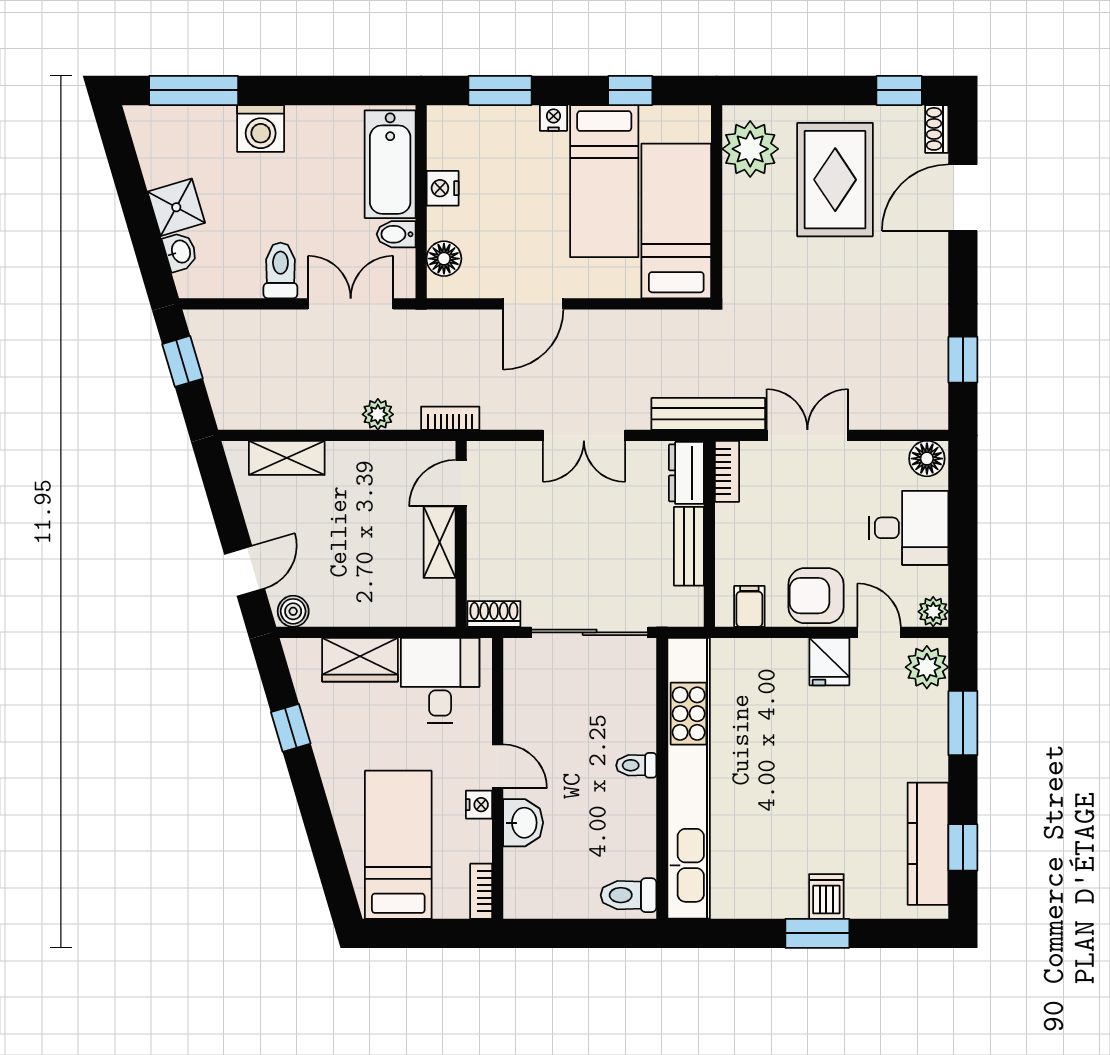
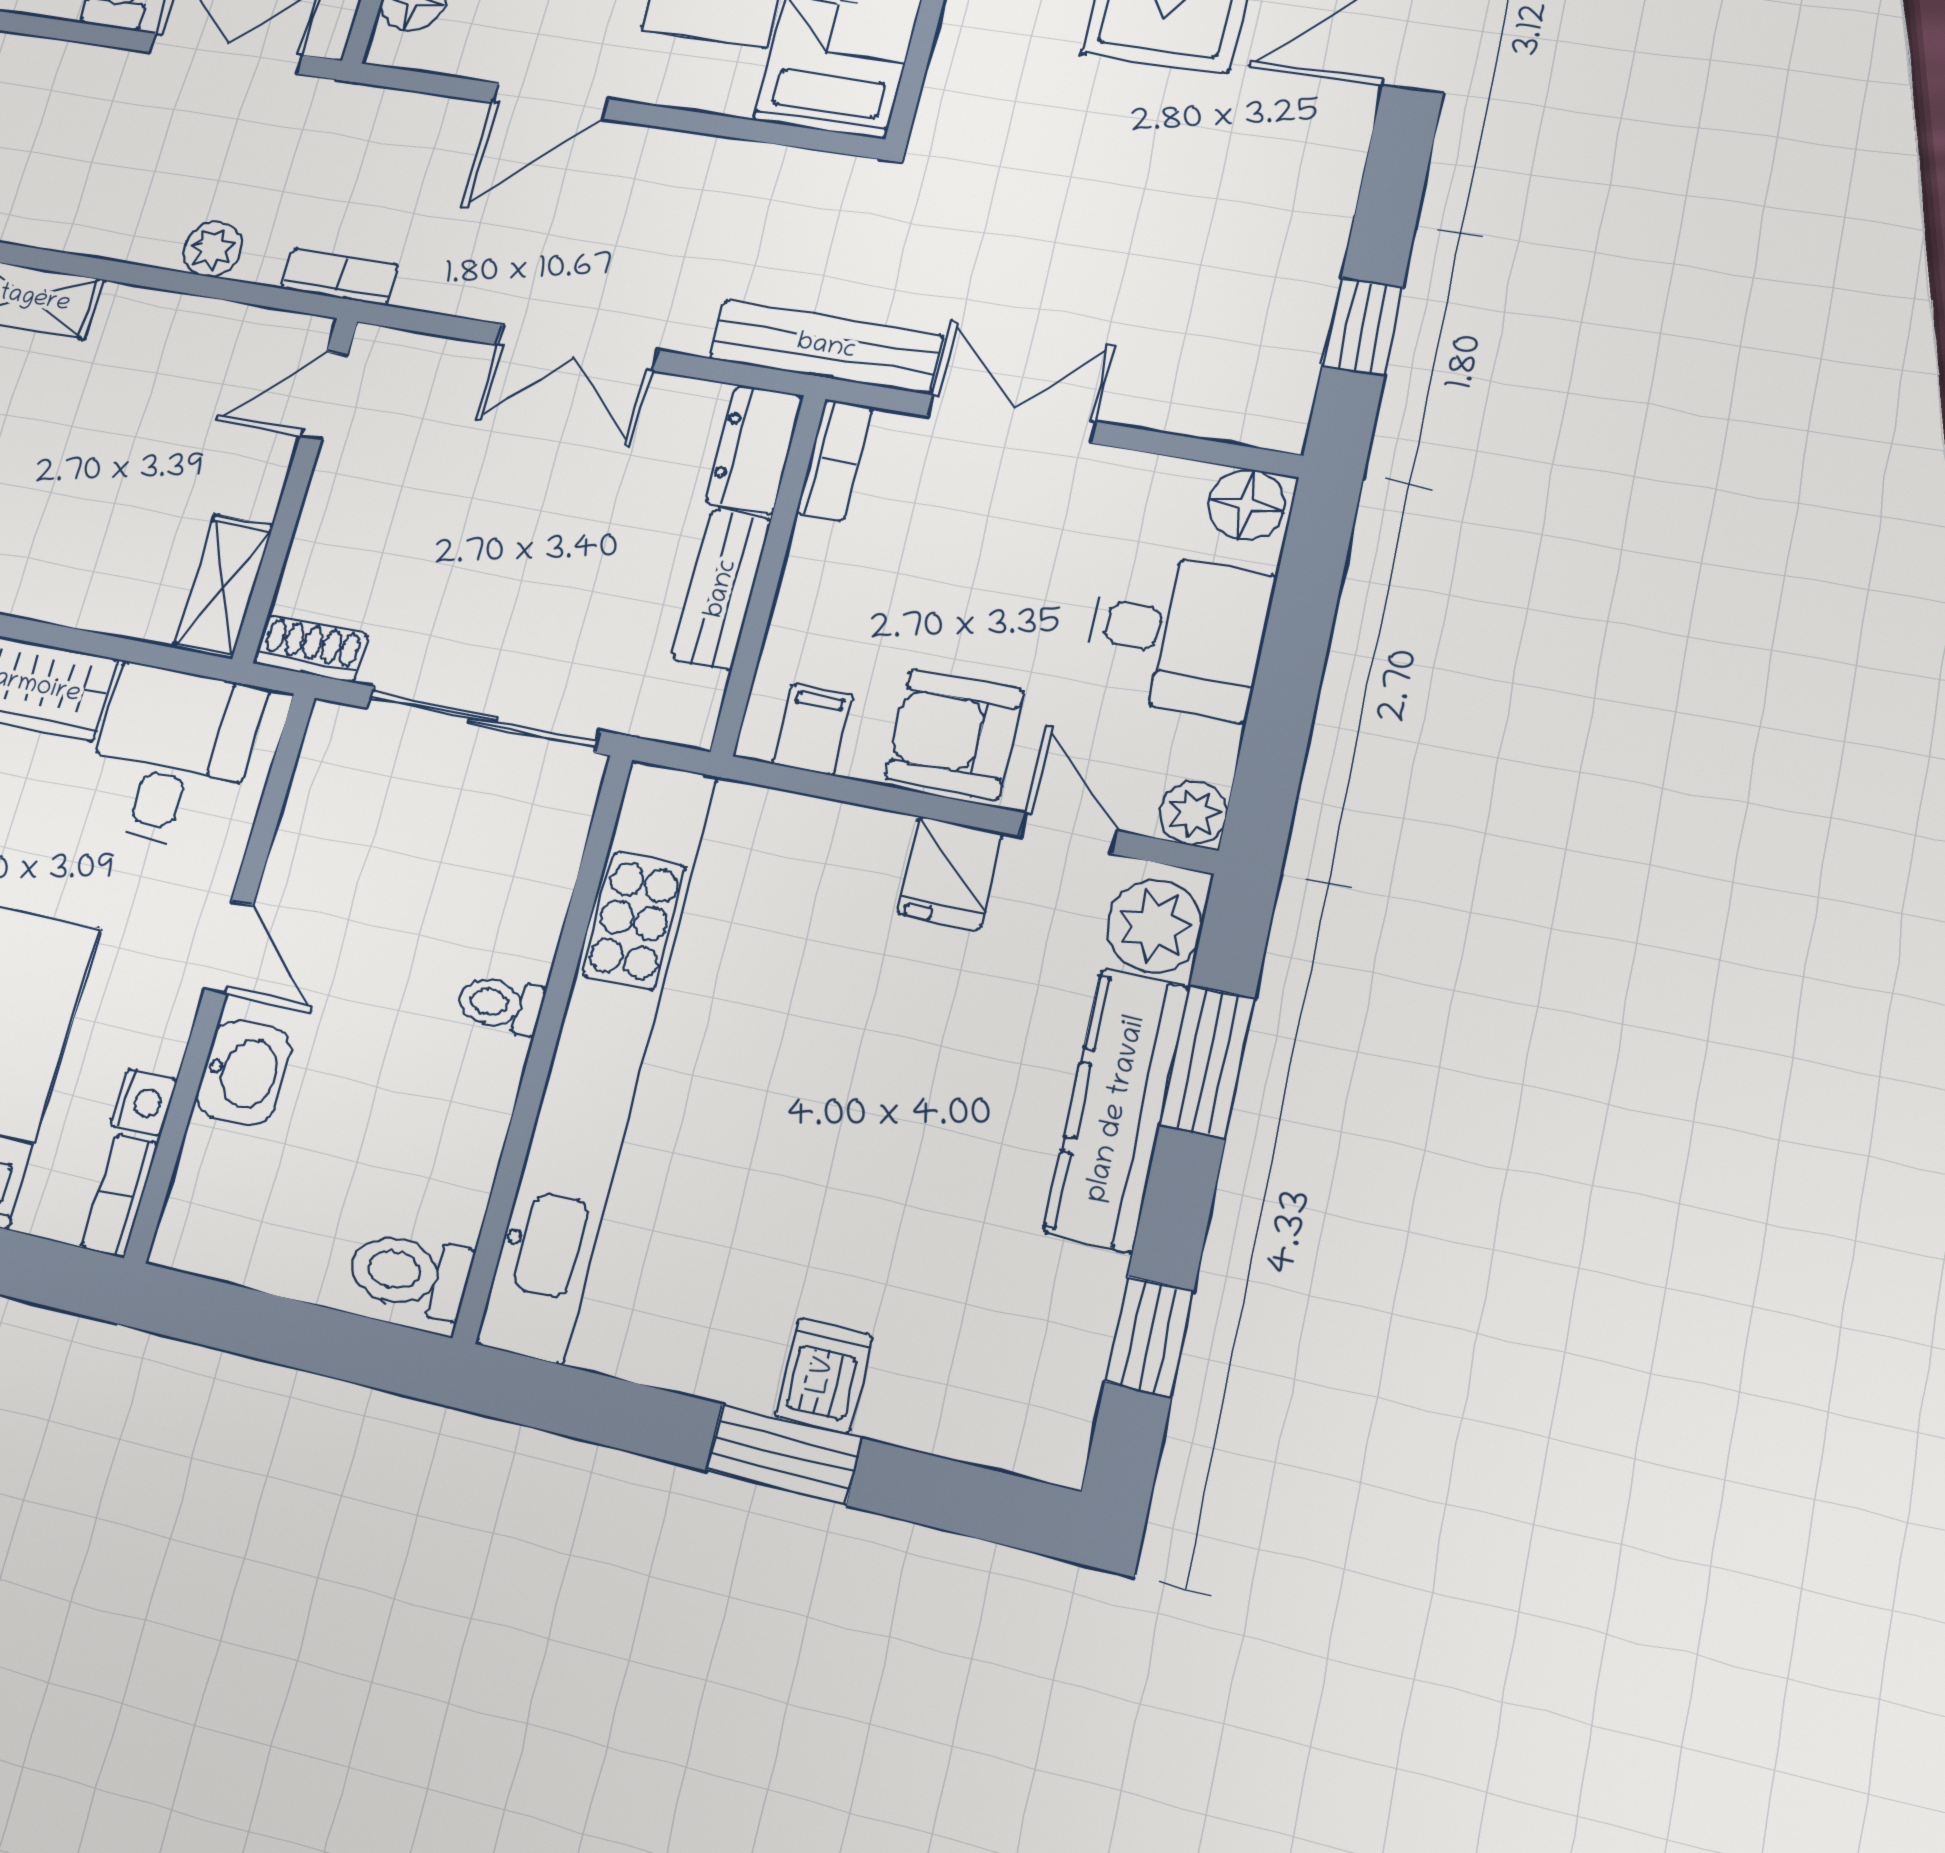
shelving: (440, 542) -> (223, 587), moved
nightstand: (479, 805) -> (144, 1102), moved
kitchen counter: (928, 844) -> (1117, 1109), moved

